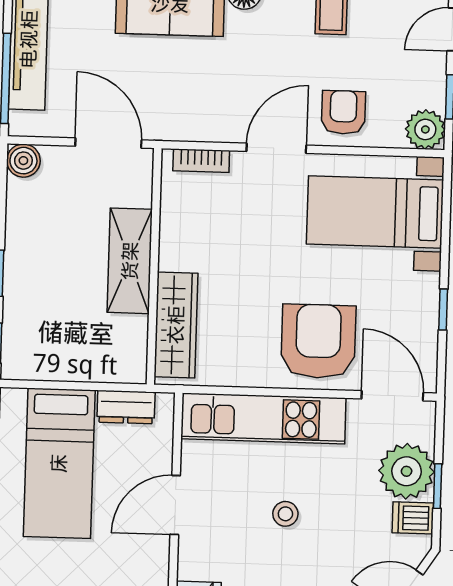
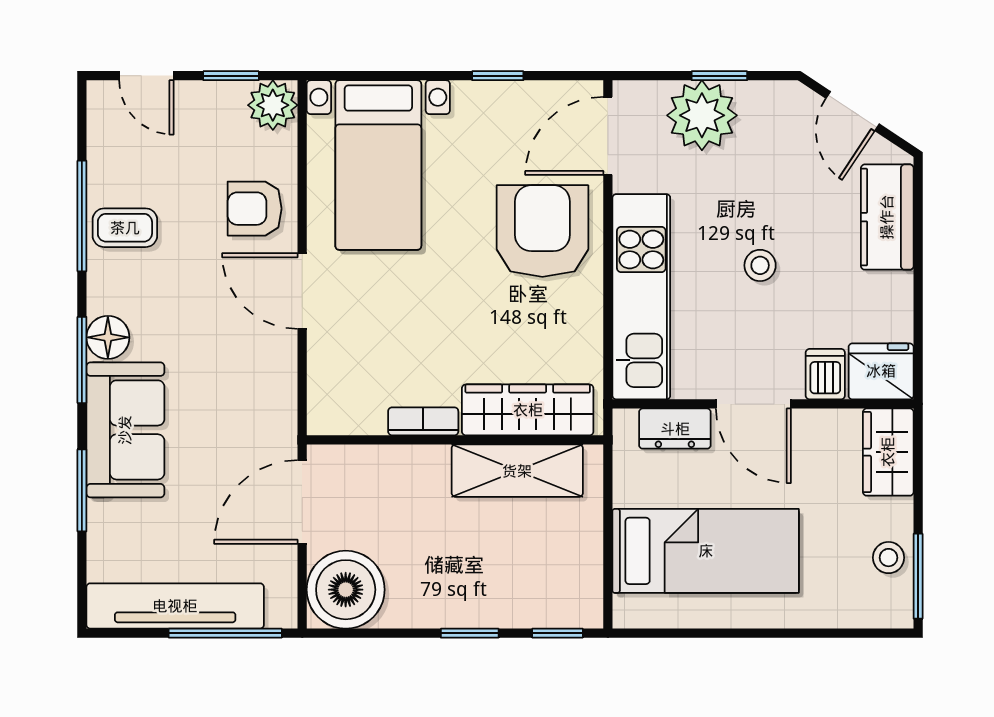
boiler: (23, 161) -> (346, 590), width x1.86, depth x1.86
bookcase: (201, 161) -> (423, 421), moved, turned -90
shelving: (130, 261) -> (517, 471), moved
armchair: (318, 341) -> (542, 231), turned 90
dresser: (126, 407) -> (675, 429), moved, turned 90
dishwasher: (413, 518) -> (825, 374), moved, turned 180

